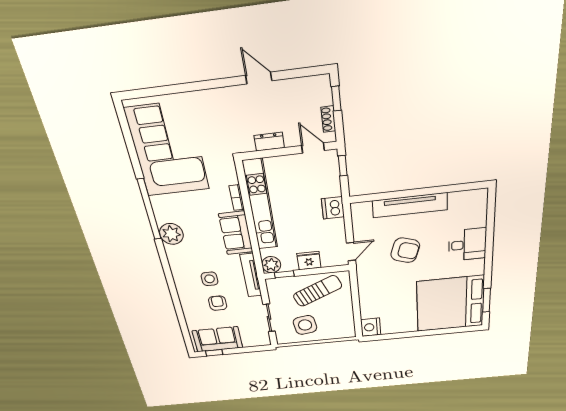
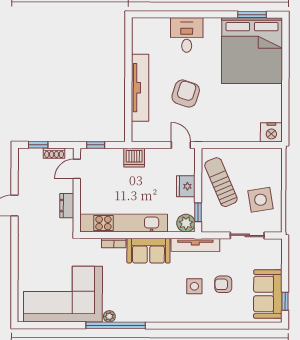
plant: (171, 234) -> (109, 316), moved, width x0.53, depth x0.53

